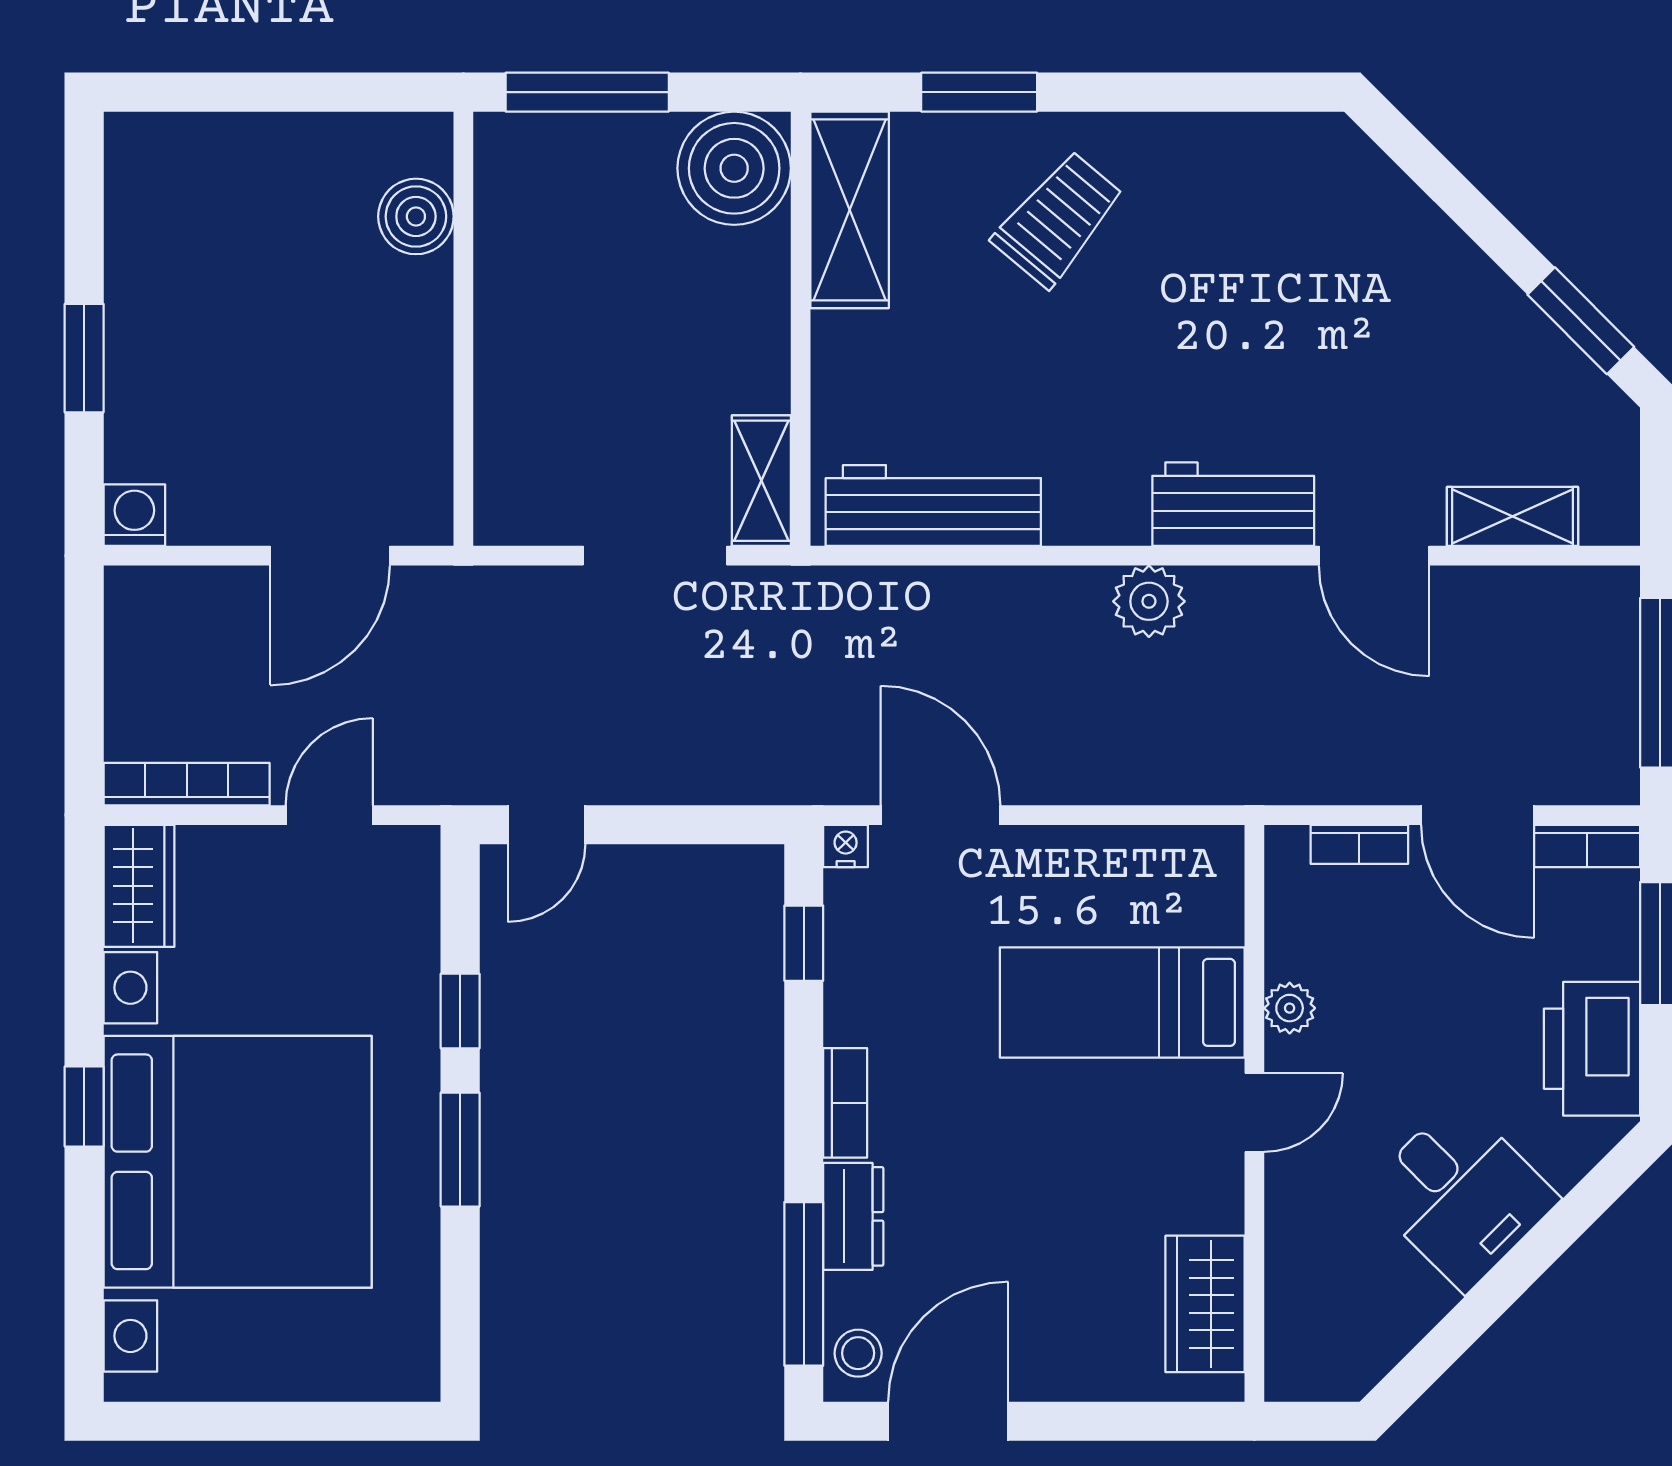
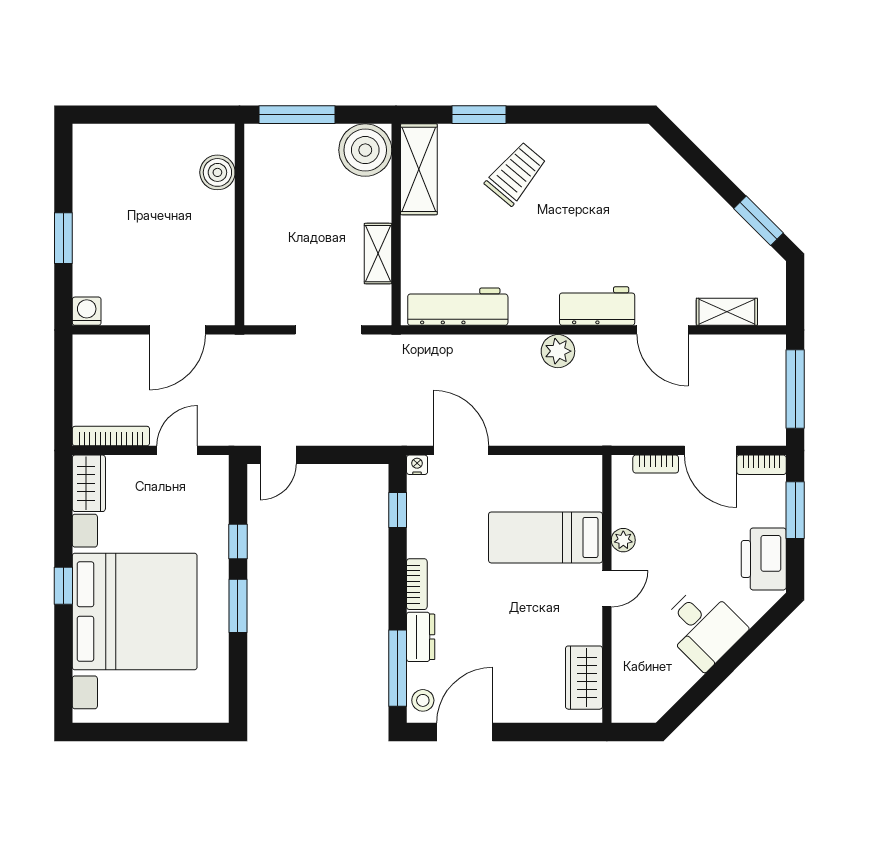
shelving: (761, 481) -> (378, 254), moved

